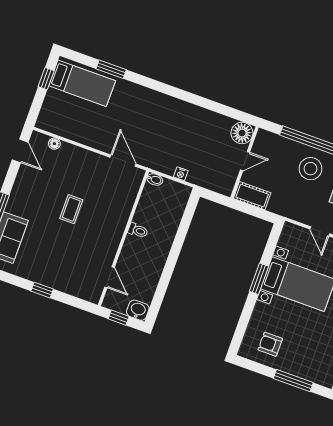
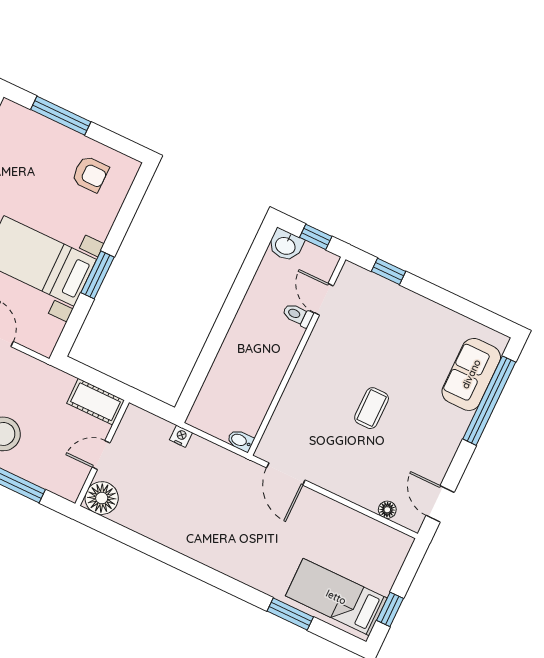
nightstand: (181, 174) -> (181, 436), moved
toilet: (138, 230) -> (298, 315), moved
window: (42, 290) -> (388, 271), moved

